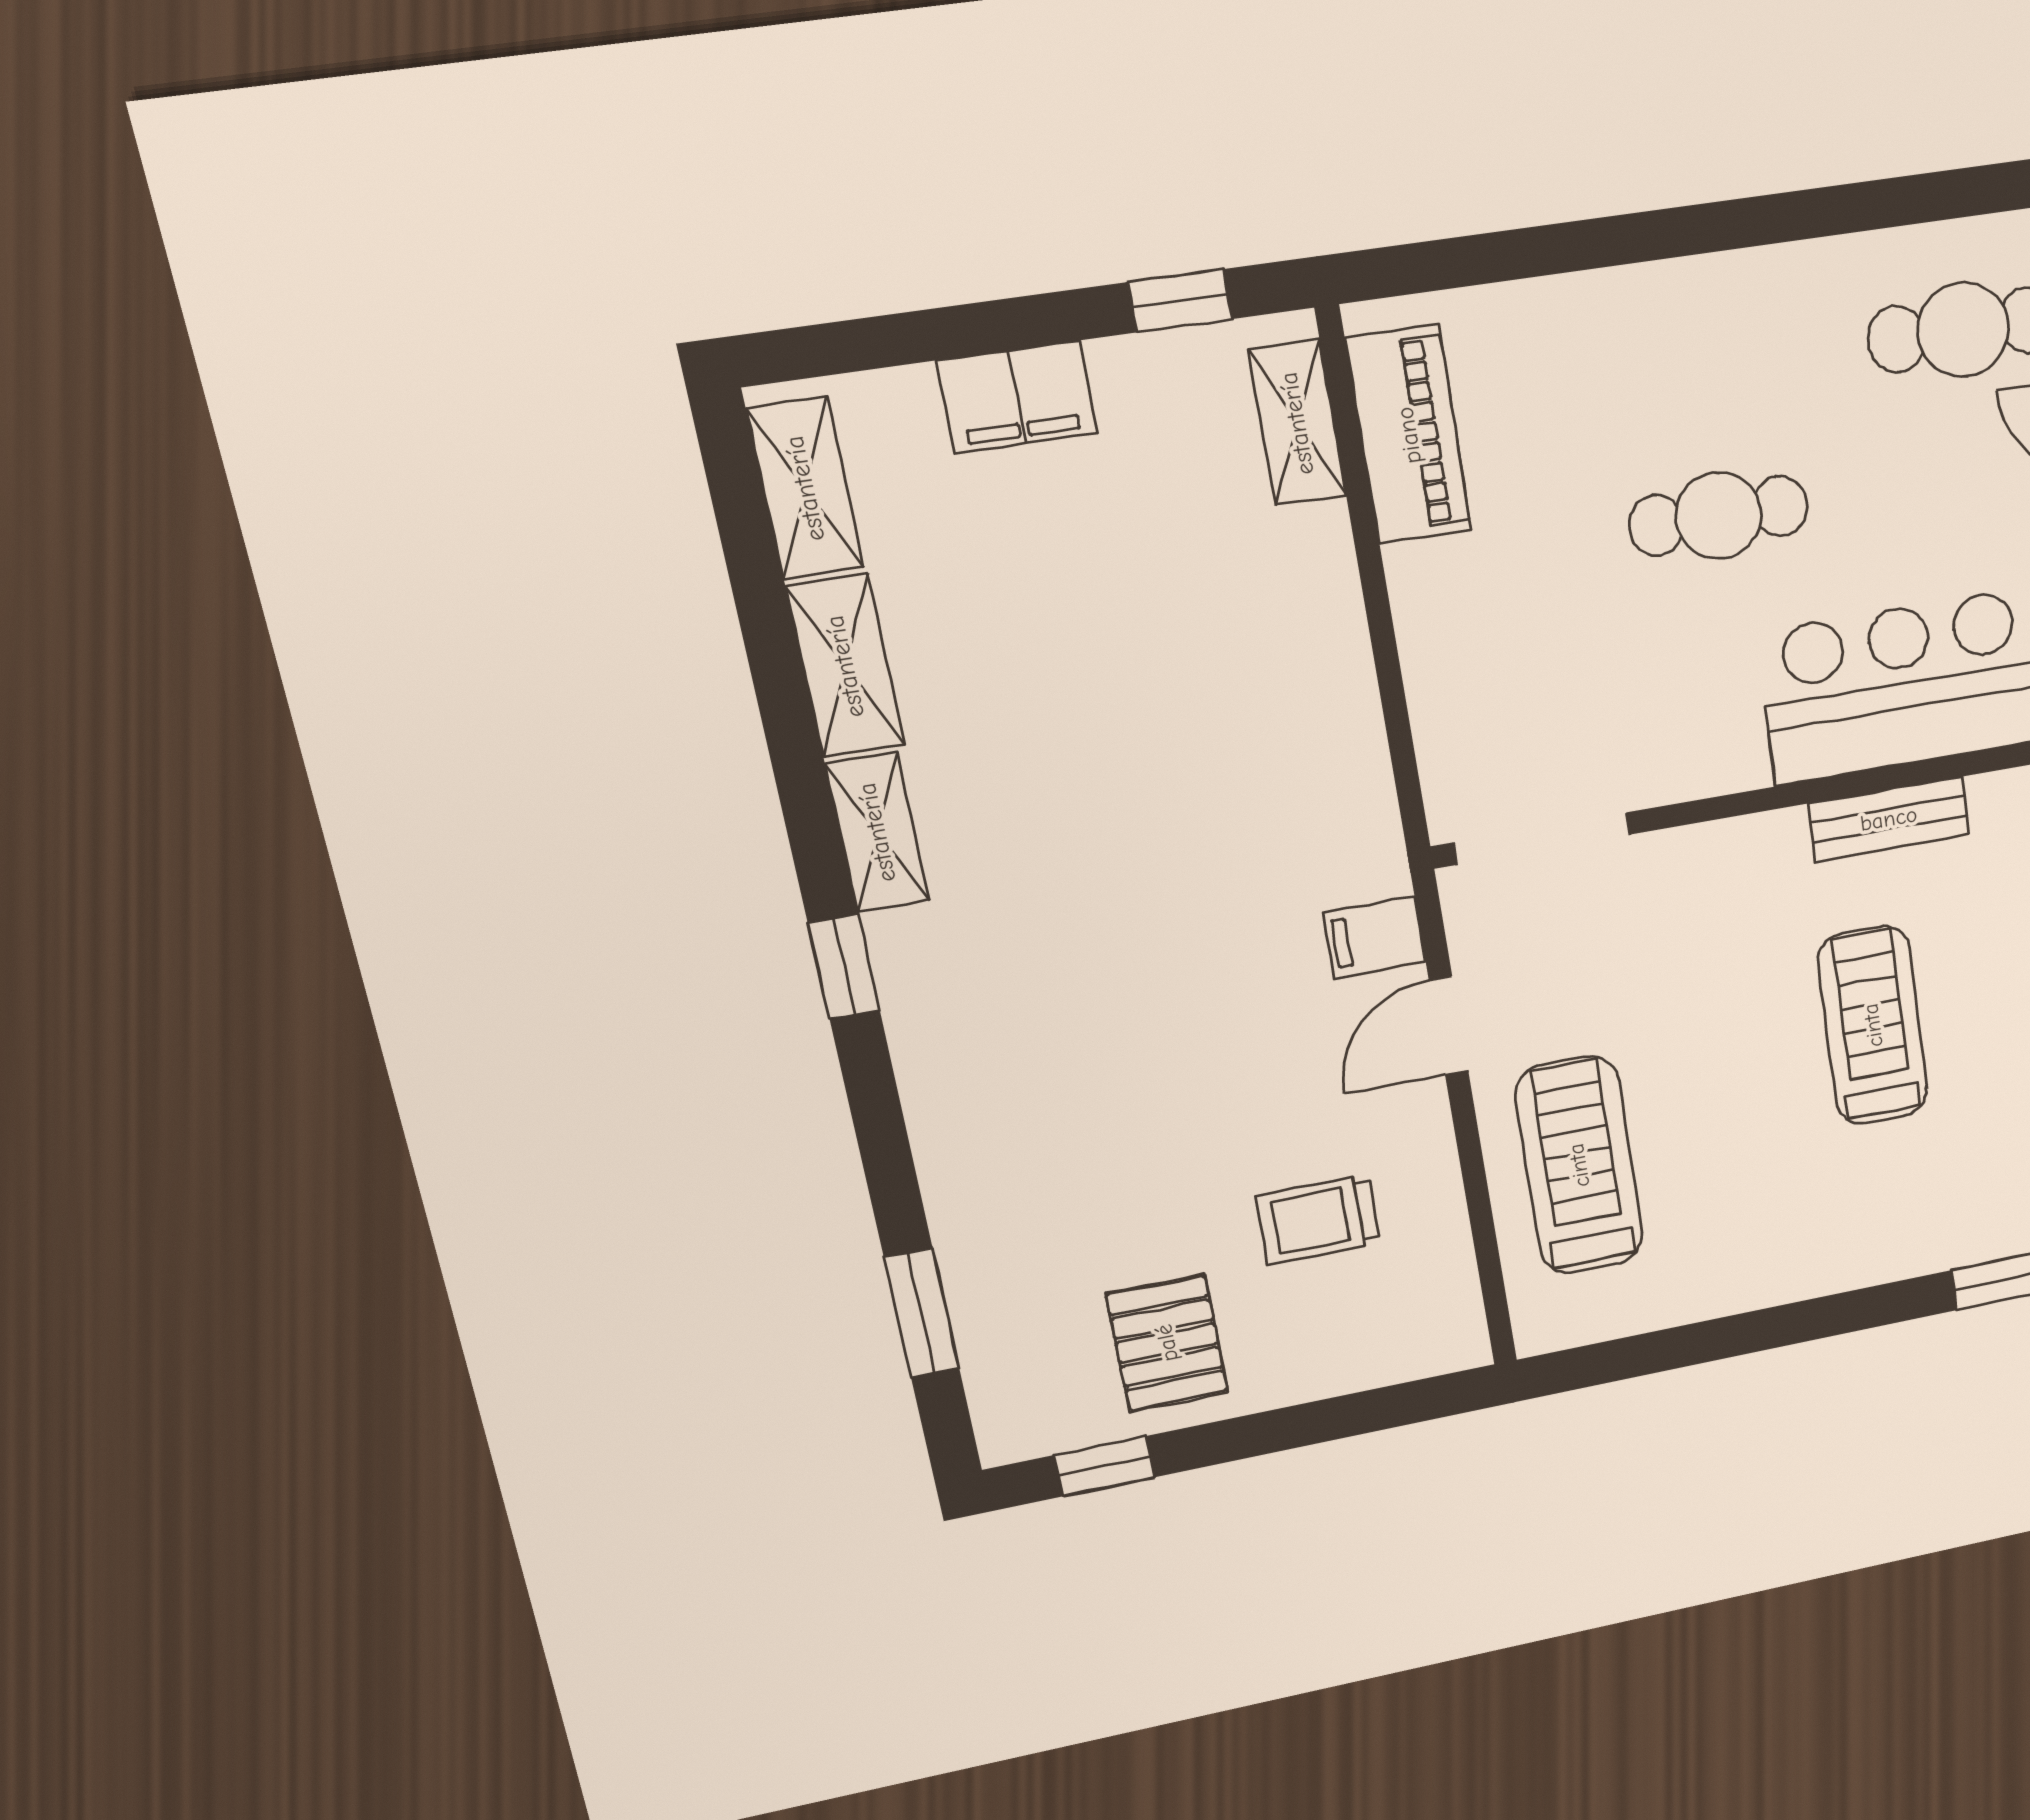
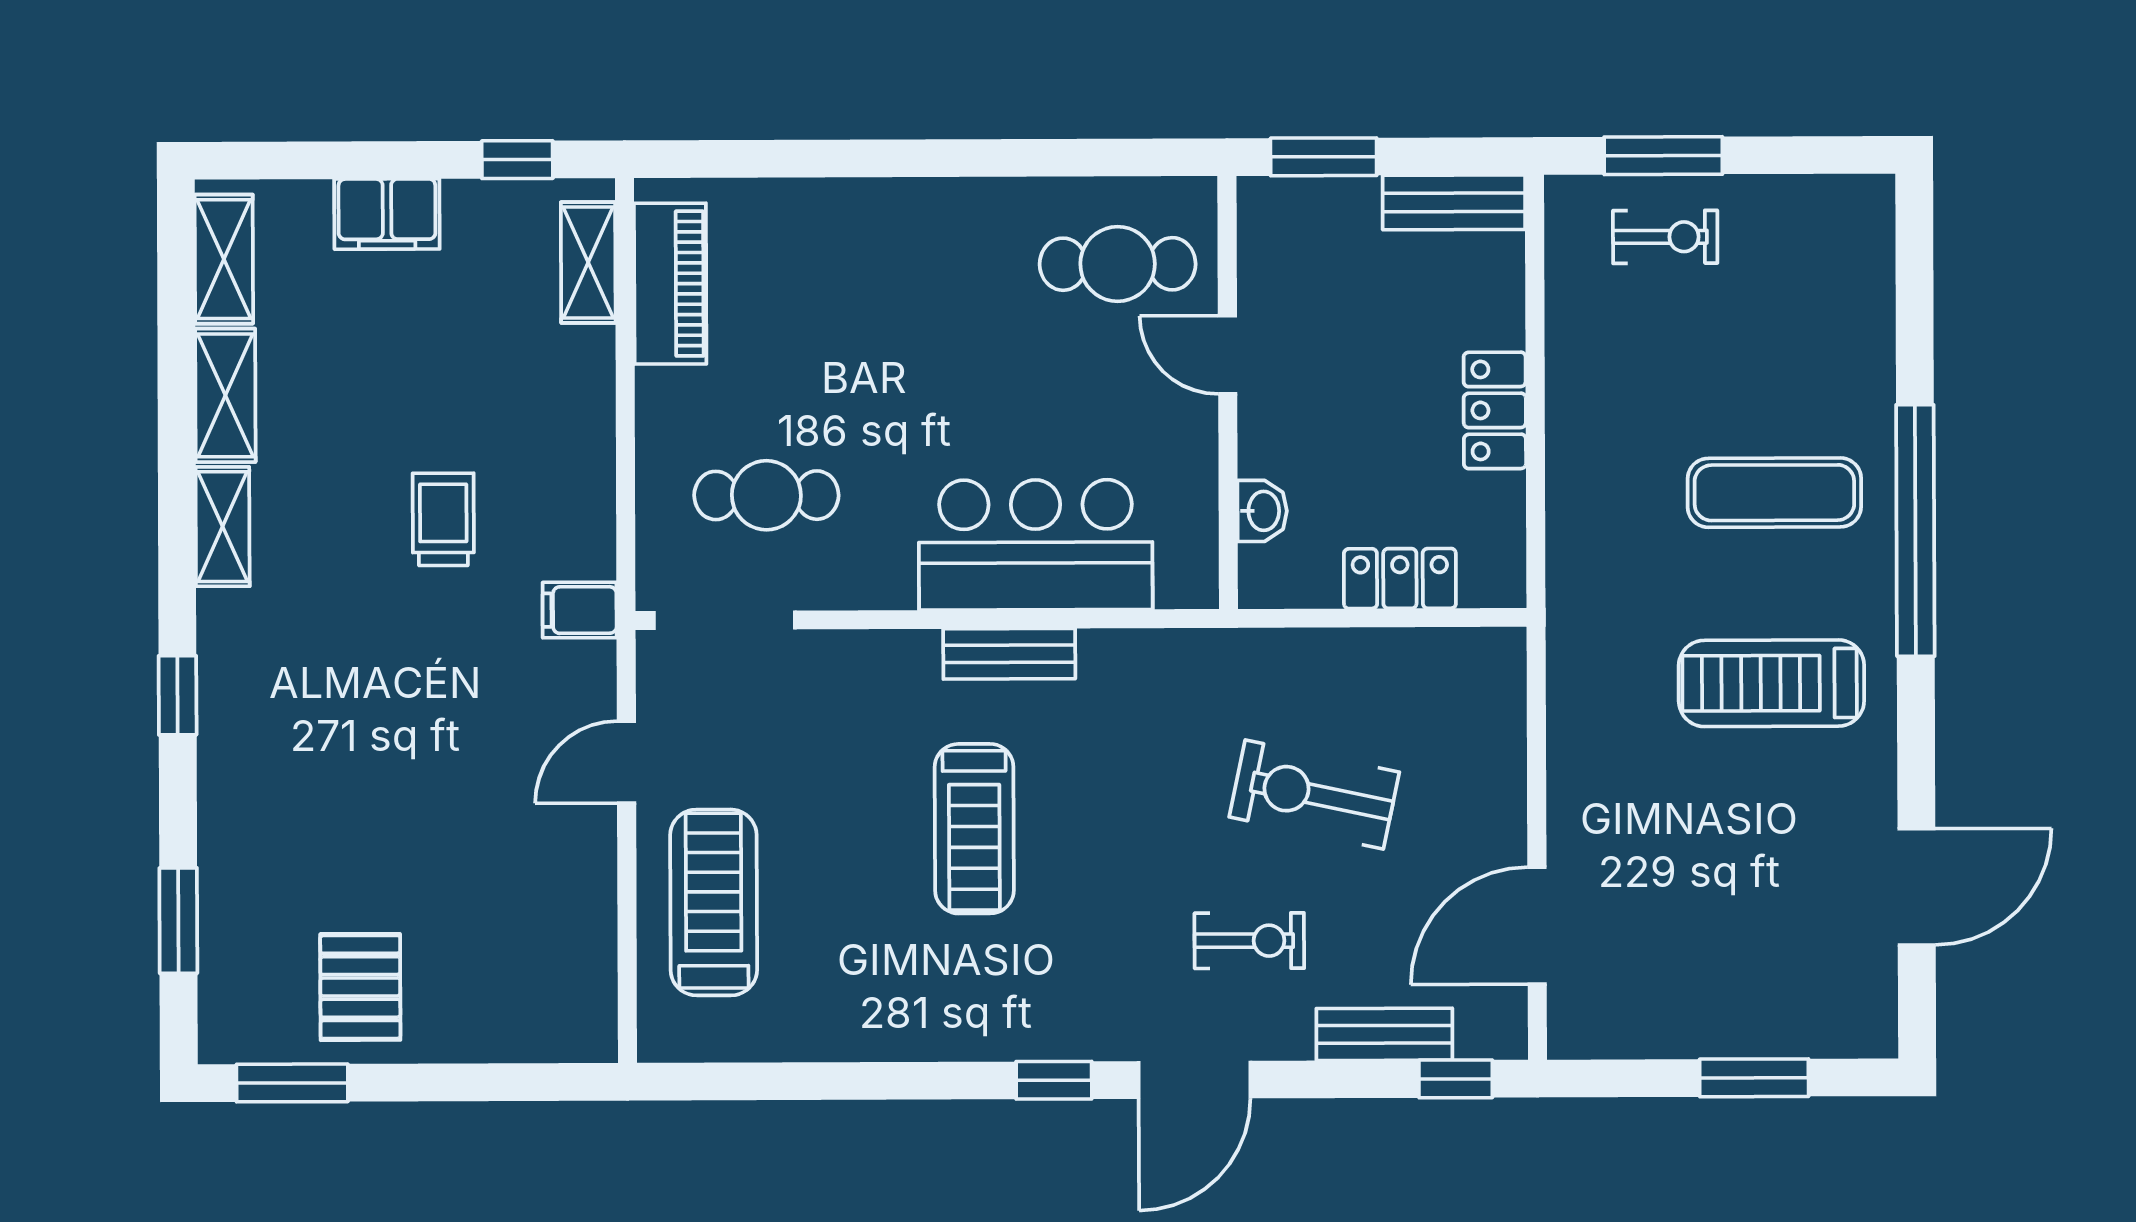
cafe table: (1719, 516) -> (766, 495), moved
filing cabinet: (1374, 937) -> (580, 610), moved
window: (844, 966) -> (178, 695), moved
treadmill: (1873, 1025) -> (974, 829), turned 180
trolley: (1318, 1220) -> (443, 519), moved, turned 90
window: (1104, 1466) -> (292, 1083), width x1.50

